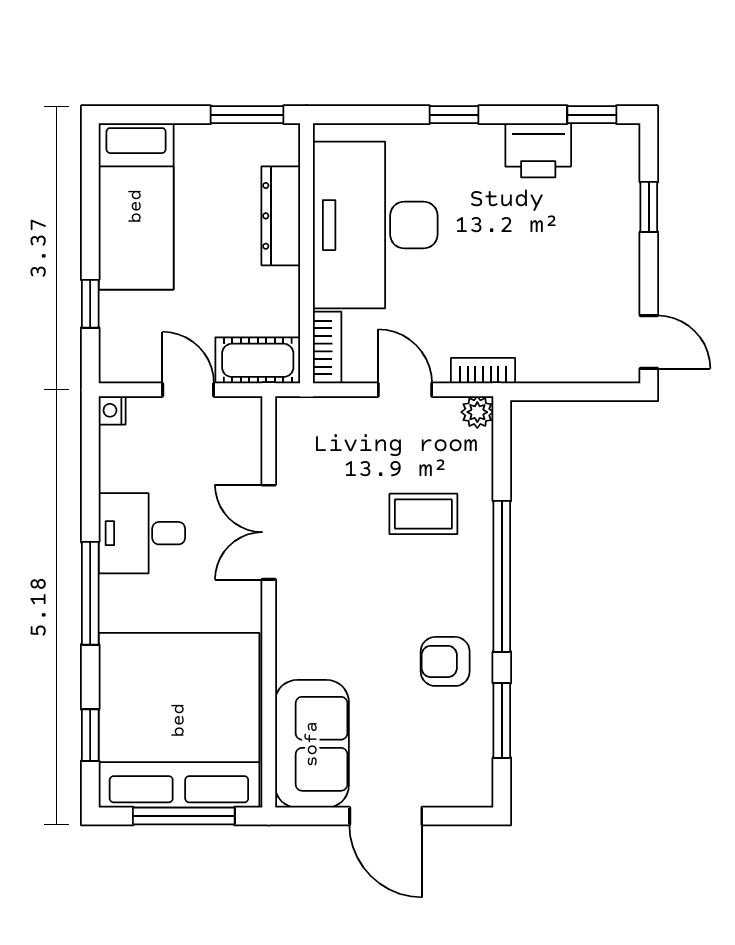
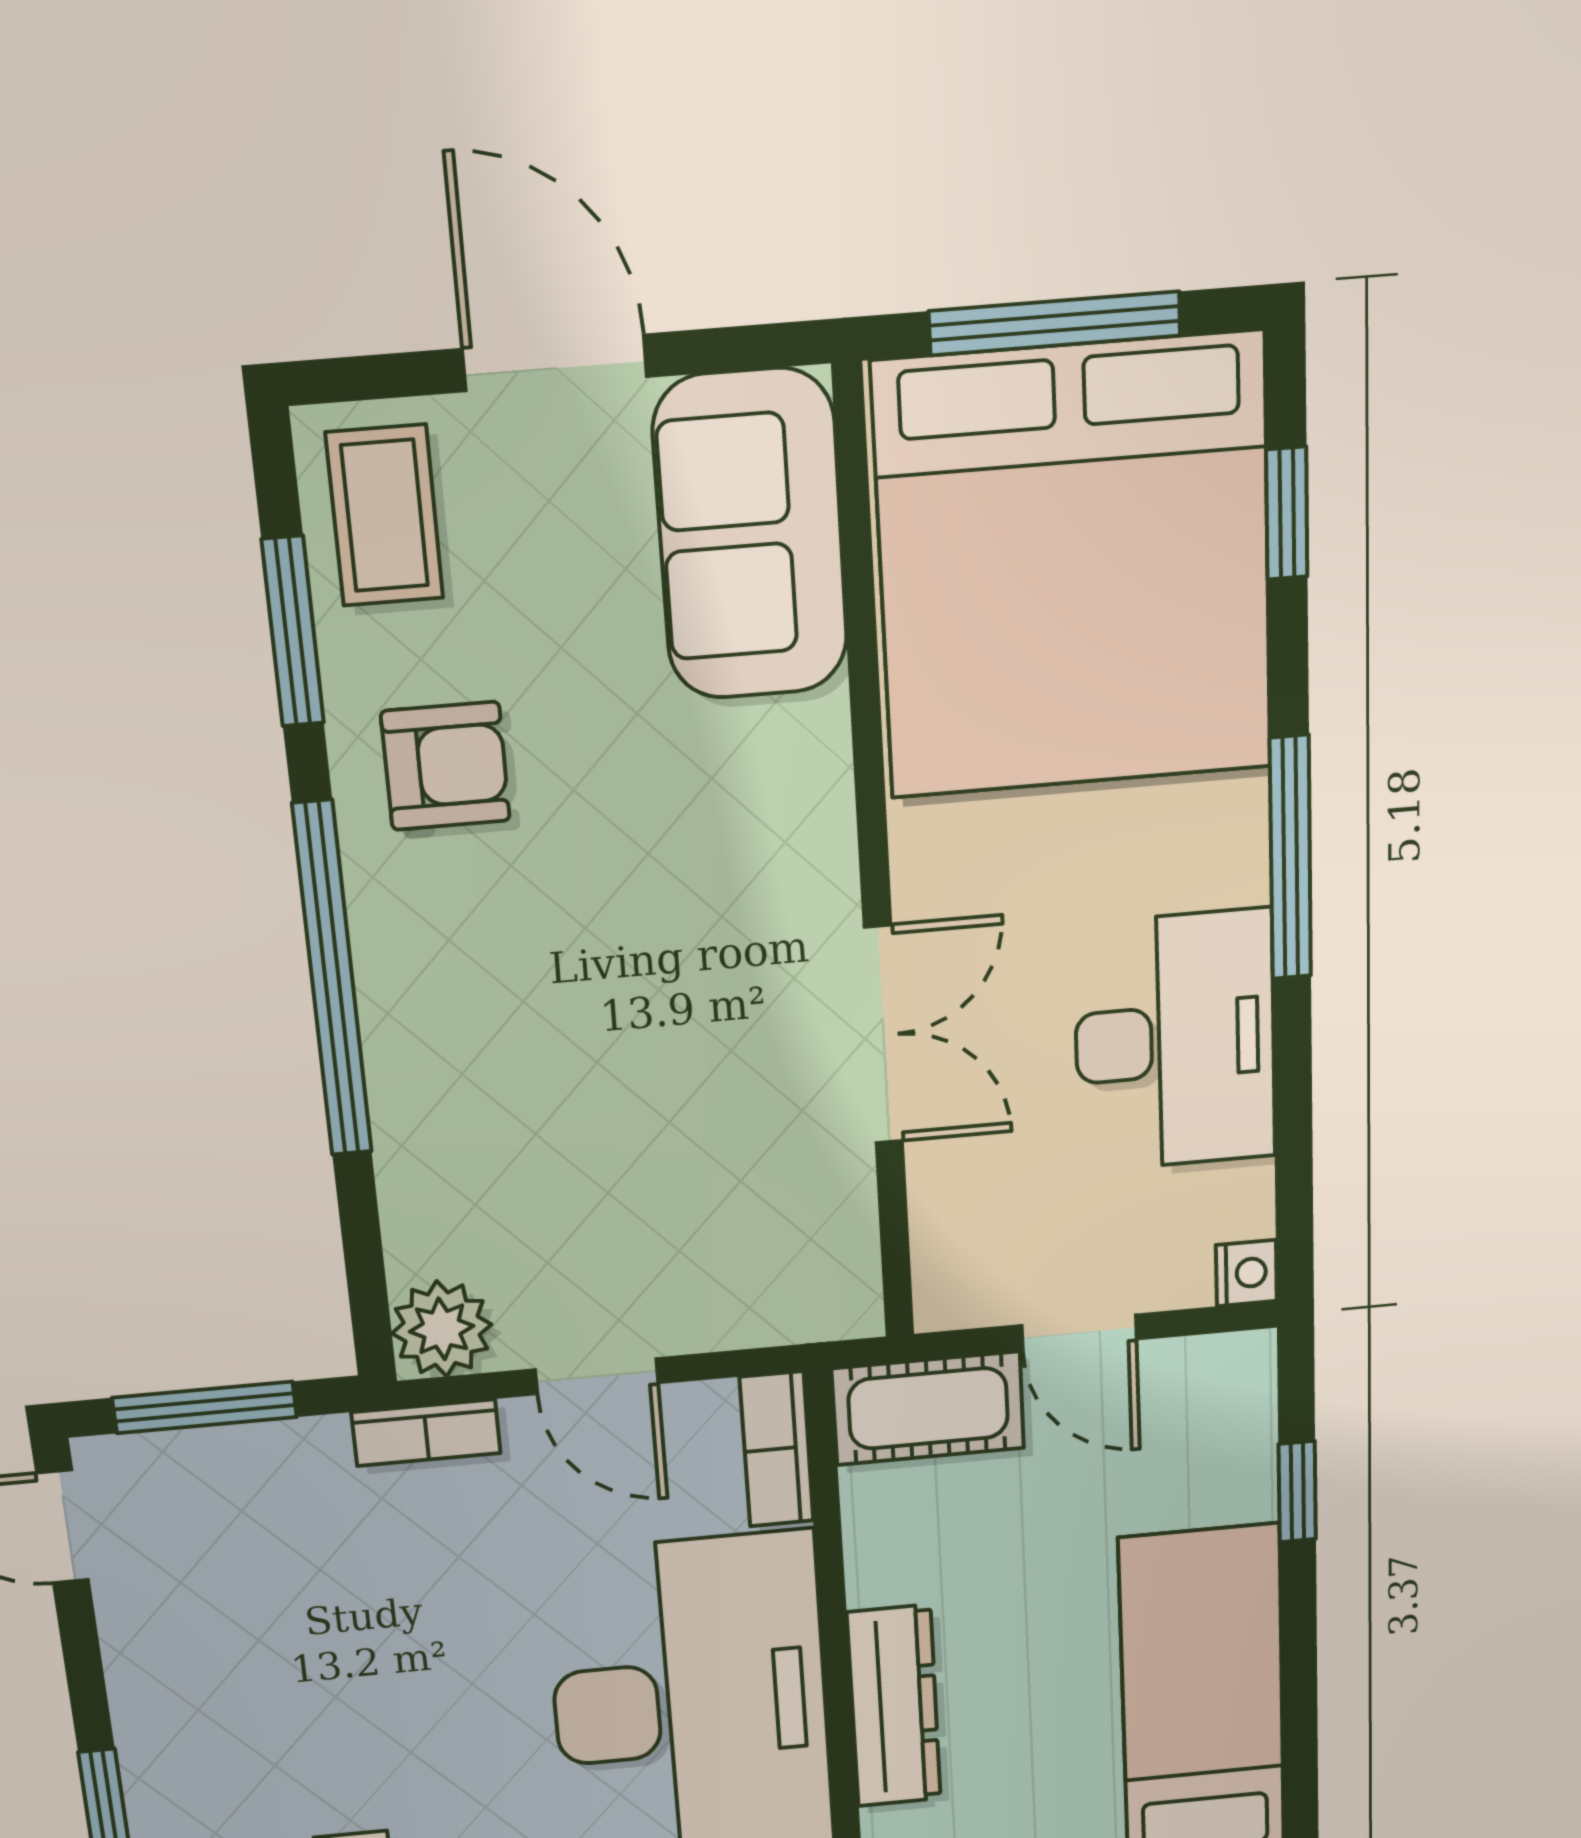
window: (579, 392) -> (205, 1407), added
plant: (477, 412) -> (442, 1329), width x1.38, depth x1.38
coffee table: (423, 514) -> (385, 515), moved, turned 90
desk: (142, 533) -> (1175, 1041), width x1.37

